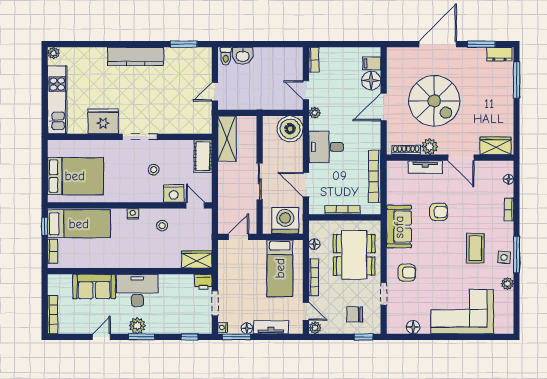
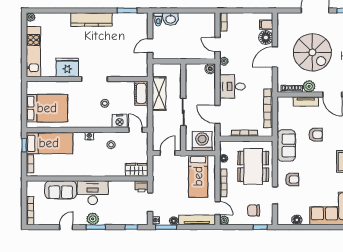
boiler: (290, 129) -> (210, 69), width x0.54, depth x0.54
shelving: (227, 139) -> (159, 94), moved
tv unit: (271, 327) -> (197, 220), width x1.41

